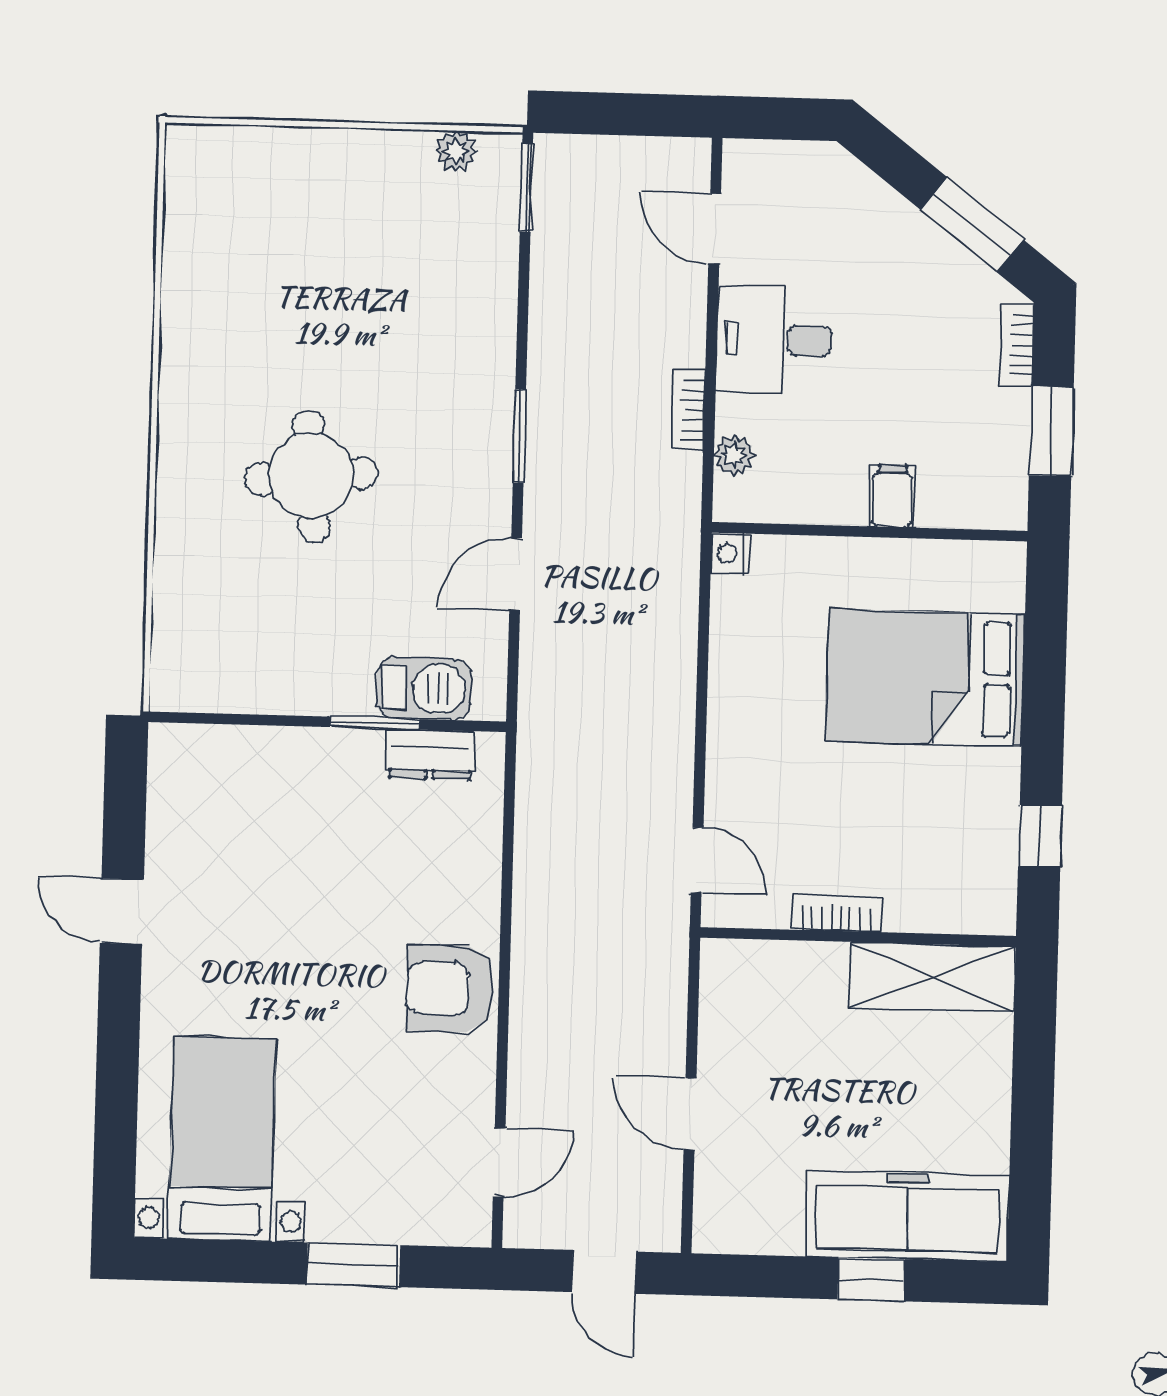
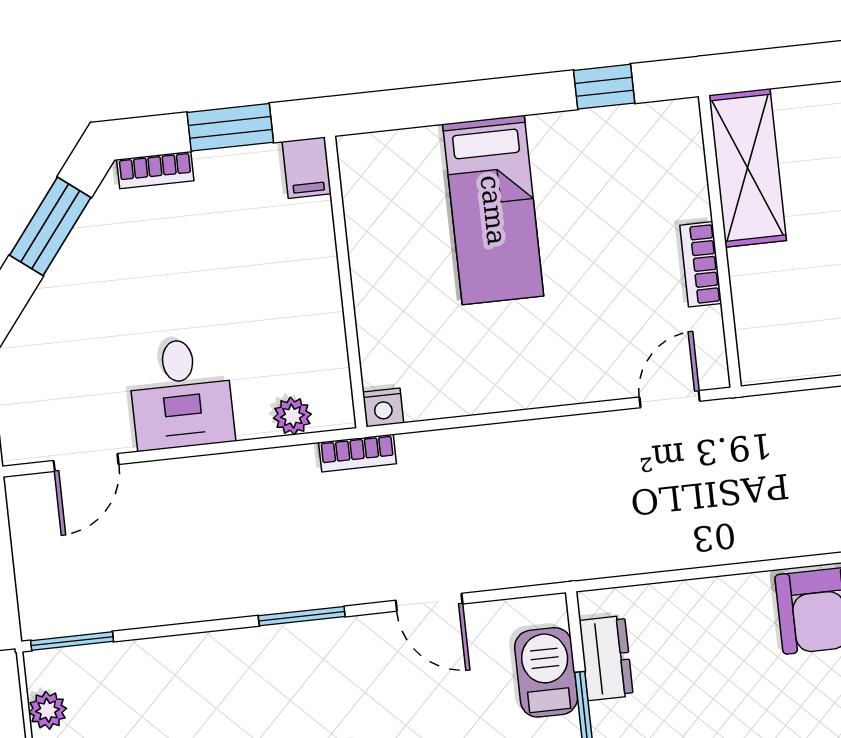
bookcase: (688, 410) -> (357, 453), moved
filing cabinet: (892, 496) -> (307, 168), moved, turned -90
bed: (925, 678) -> (493, 210), width x0.67

